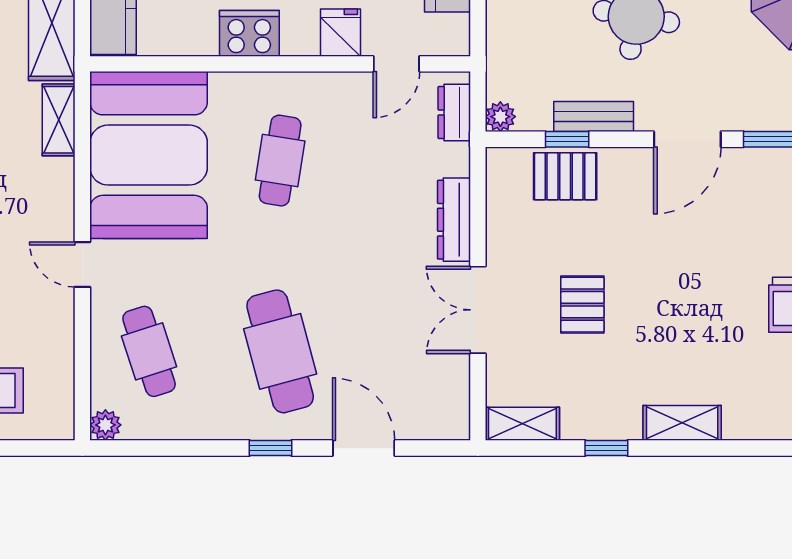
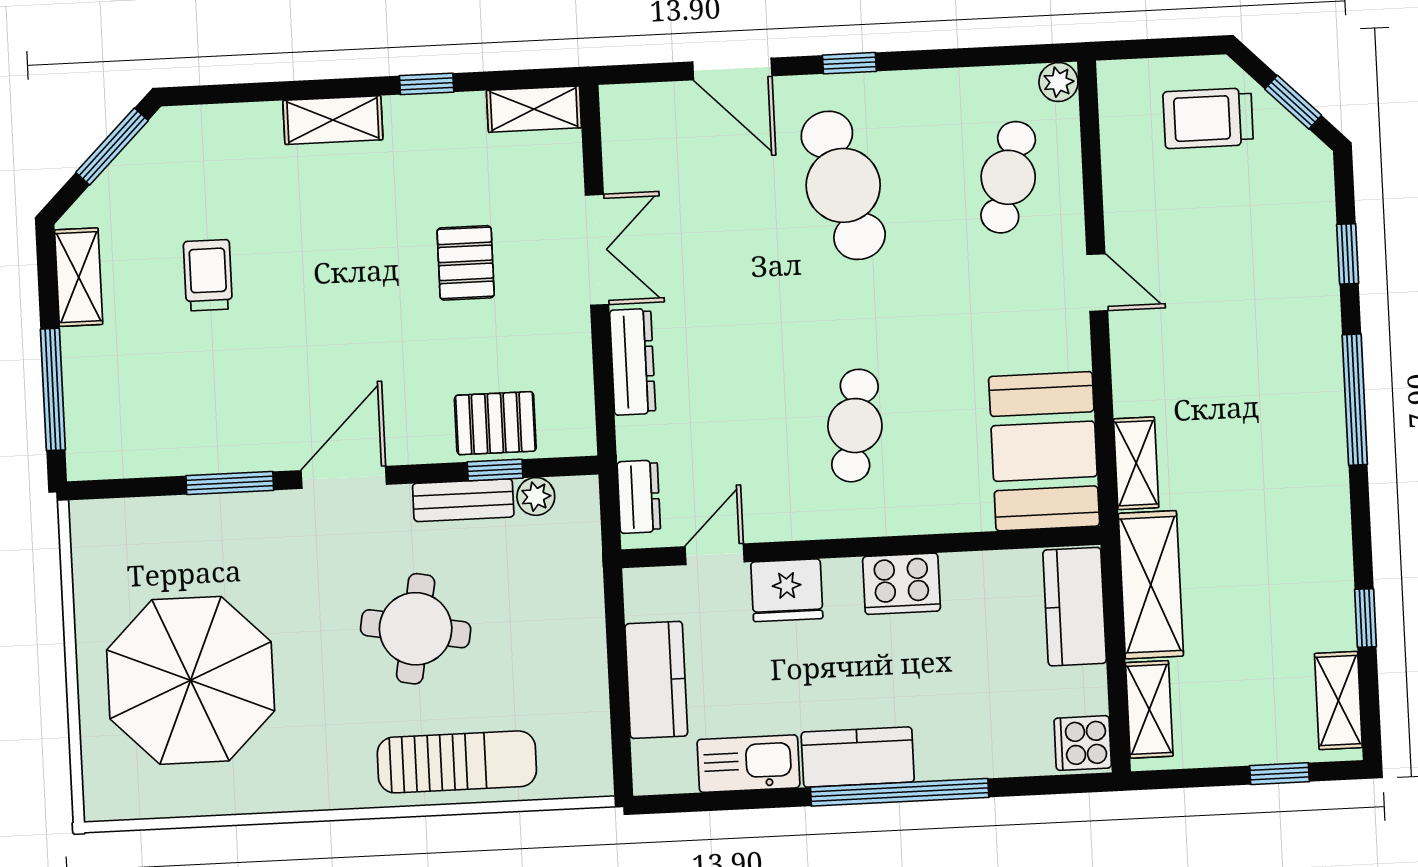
fridge: (341, 33) -> (787, 590), width x1.38
plant: (500, 117) -> (536, 496), moved
booth: (149, 155) -> (1044, 451), width x0.73, depth x0.70
cafe table: (149, 351) -> (1008, 177), turned 33

